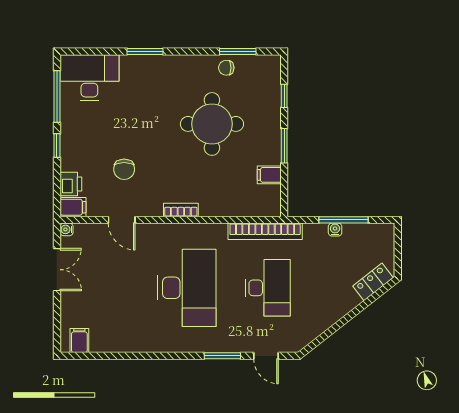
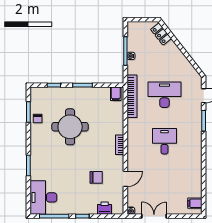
filing cabinet: (269, 175) -> (116, 94), moved
filing cabinet: (73, 207) -> (118, 207), removed
desk: (187, 288) -> (164, 141), width x0.53, depth x0.77

